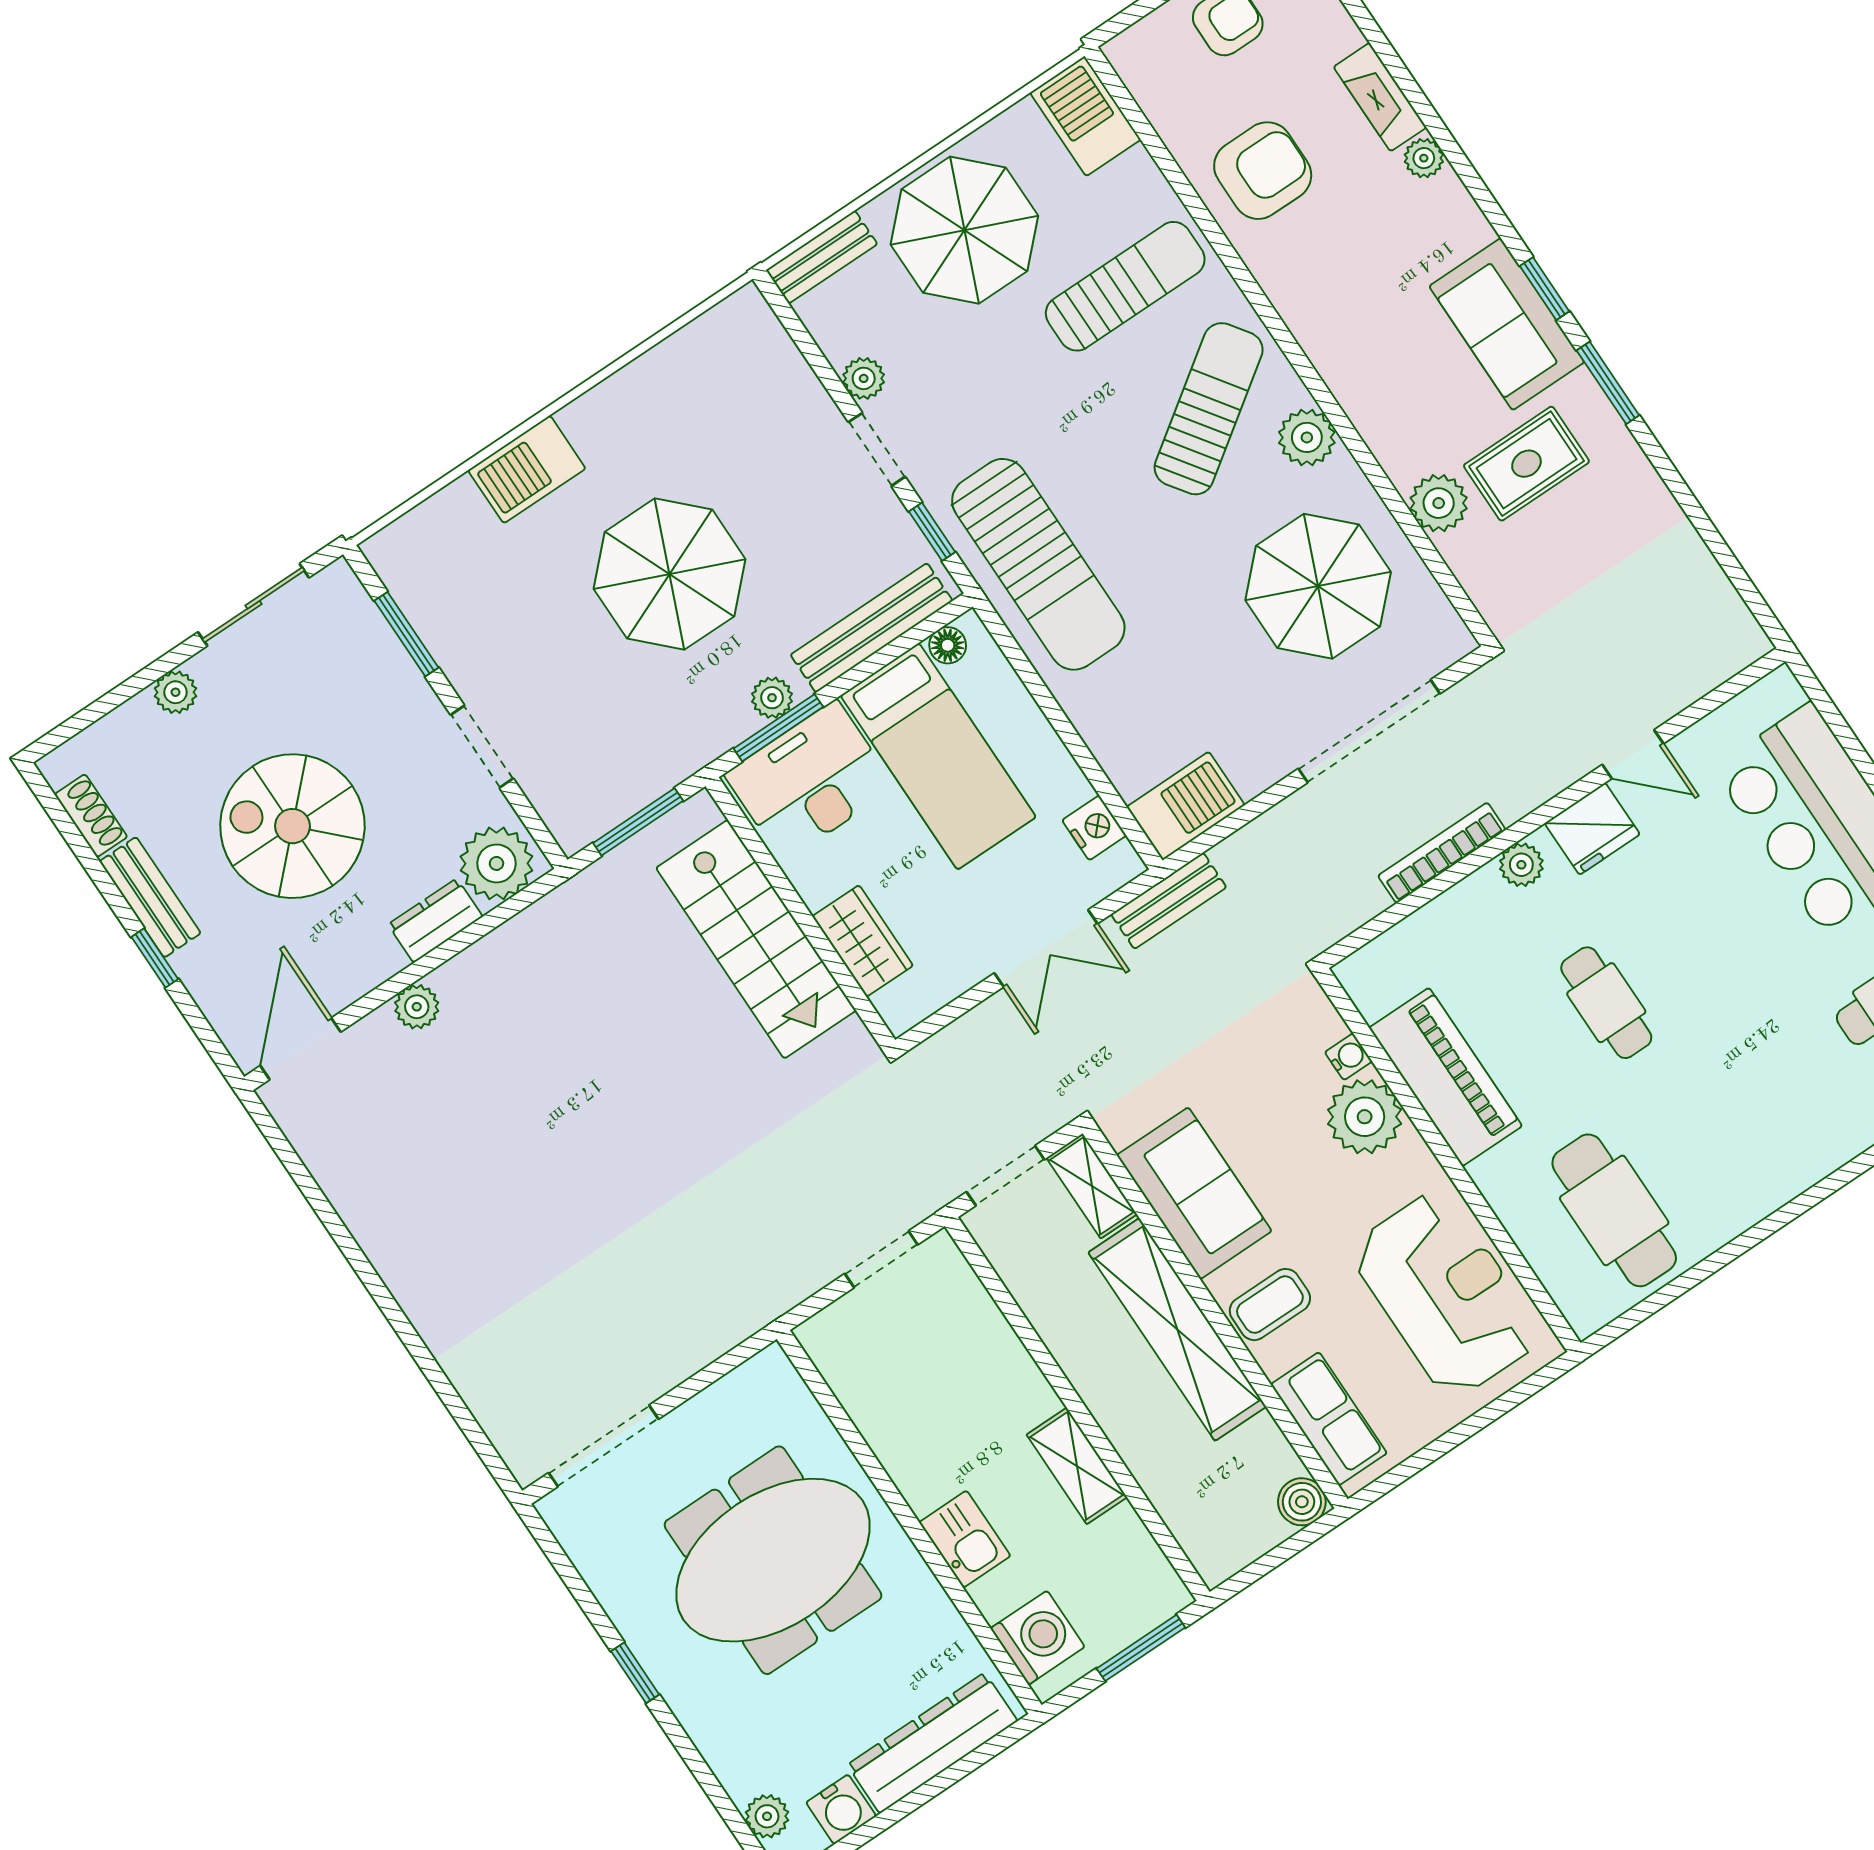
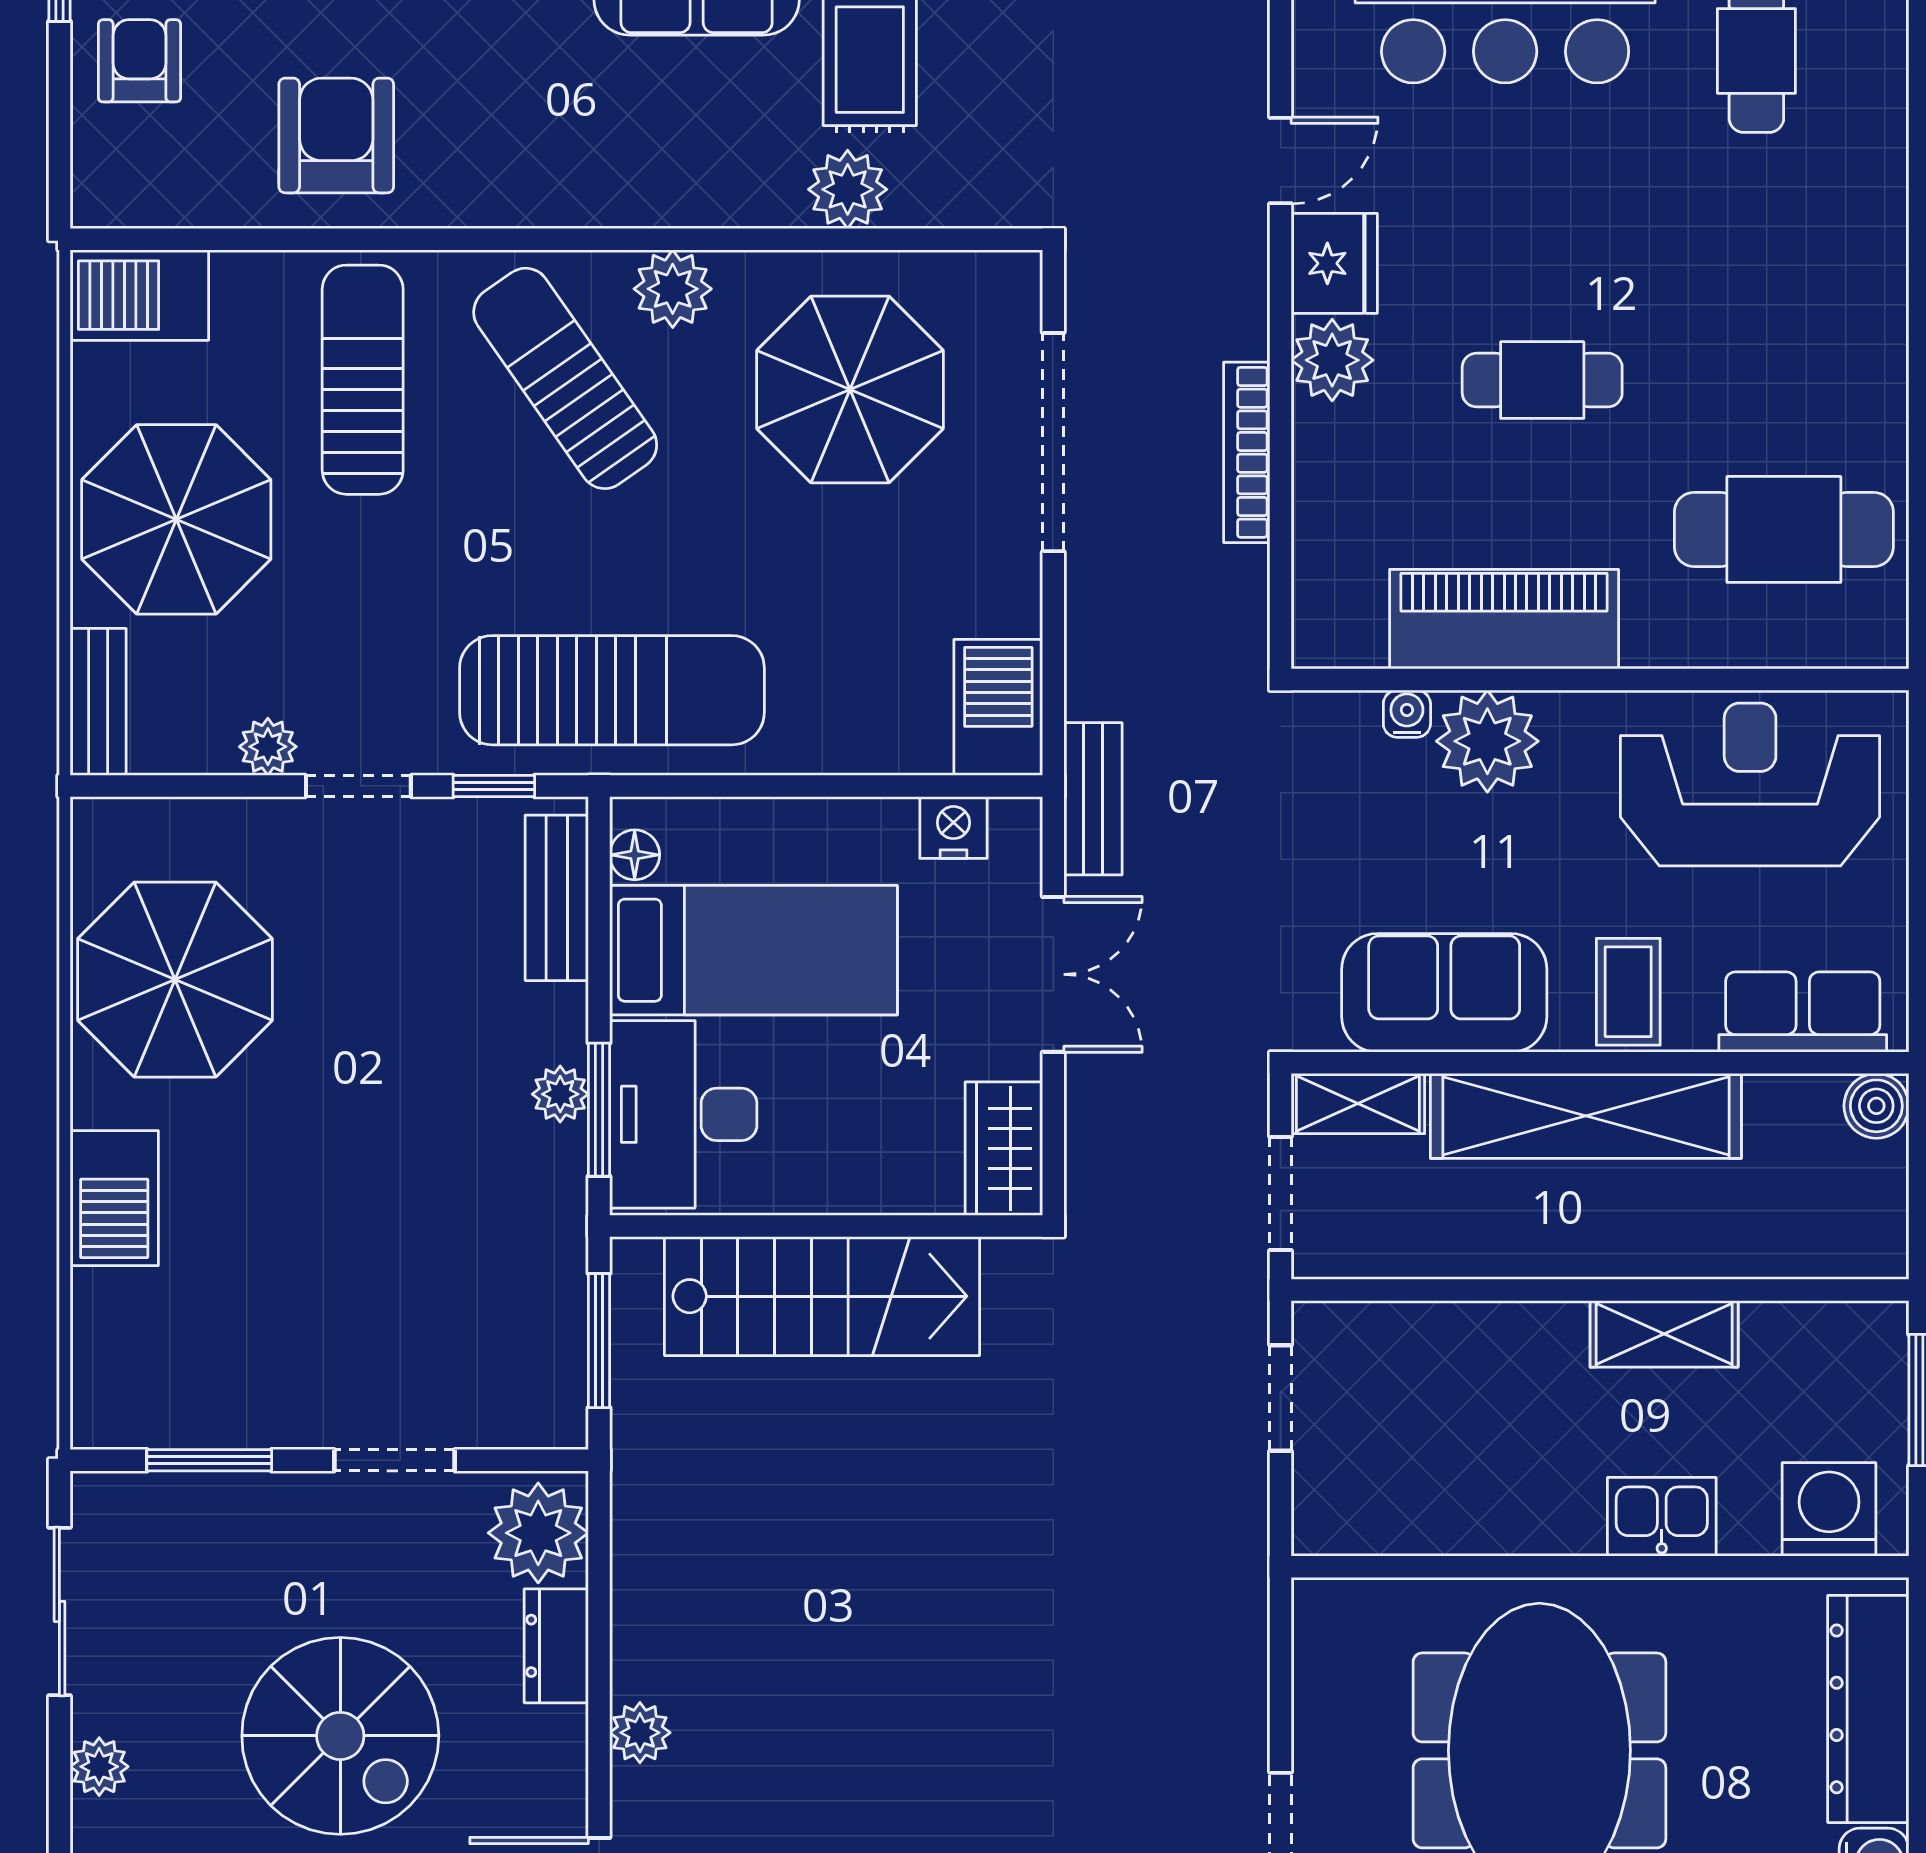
parasol: (670, 574) -> (175, 980), moved
bench: (872, 628) -> (557, 898), width x0.73
spiral stairs: (292, 826) -> (340, 1736), turned -90
plant: (1521, 865) -> (1332, 360), width x1.38, depth x1.38
wardrobe: (863, 941) -> (1004, 1149), moved, turned -90

